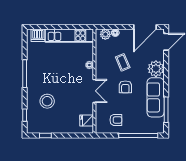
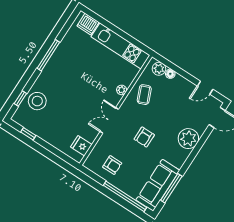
door: (145, 27) -> (205, 88), width x0.53
coffee table: (123, 62) -> (144, 95), moved
double door: (94, 91) -> (109, 120), swing flipped
sofa: (156, 97) -> (158, 185), moved
stool: (47, 101) -> (37, 101), moved

